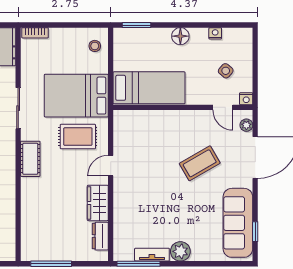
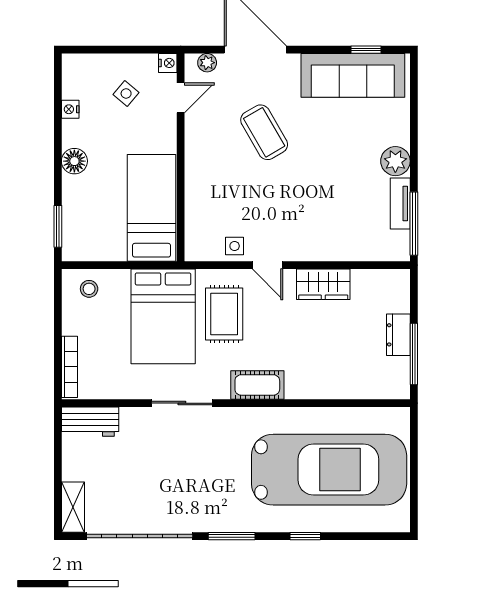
bookcase: (35, 33) -> (69, 367), width x1.56
side table: (123, 144) -> (235, 246), added
dresser: (100, 236) -> (398, 335), moved, turned 90

